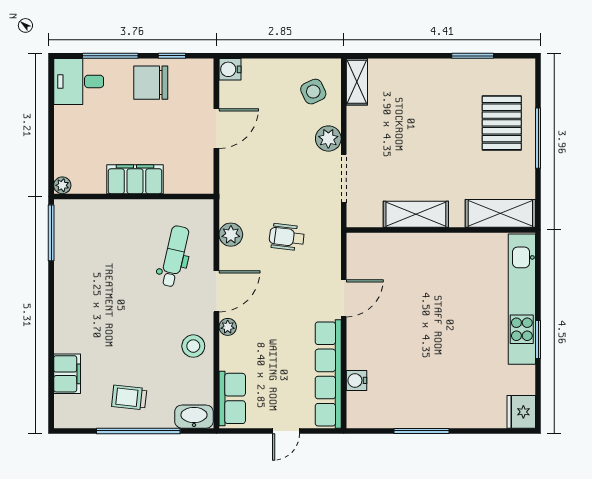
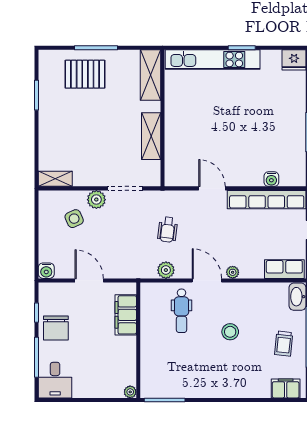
side table: (313, 92) -> (74, 219), moved
filing cabinet: (135, 179) -> (126, 315), moved
dental chair: (174, 256) -> (182, 311), turned -103
stool: (193, 346) -> (230, 332), moved
filing cabinet: (67, 374) -> (286, 388), moved

